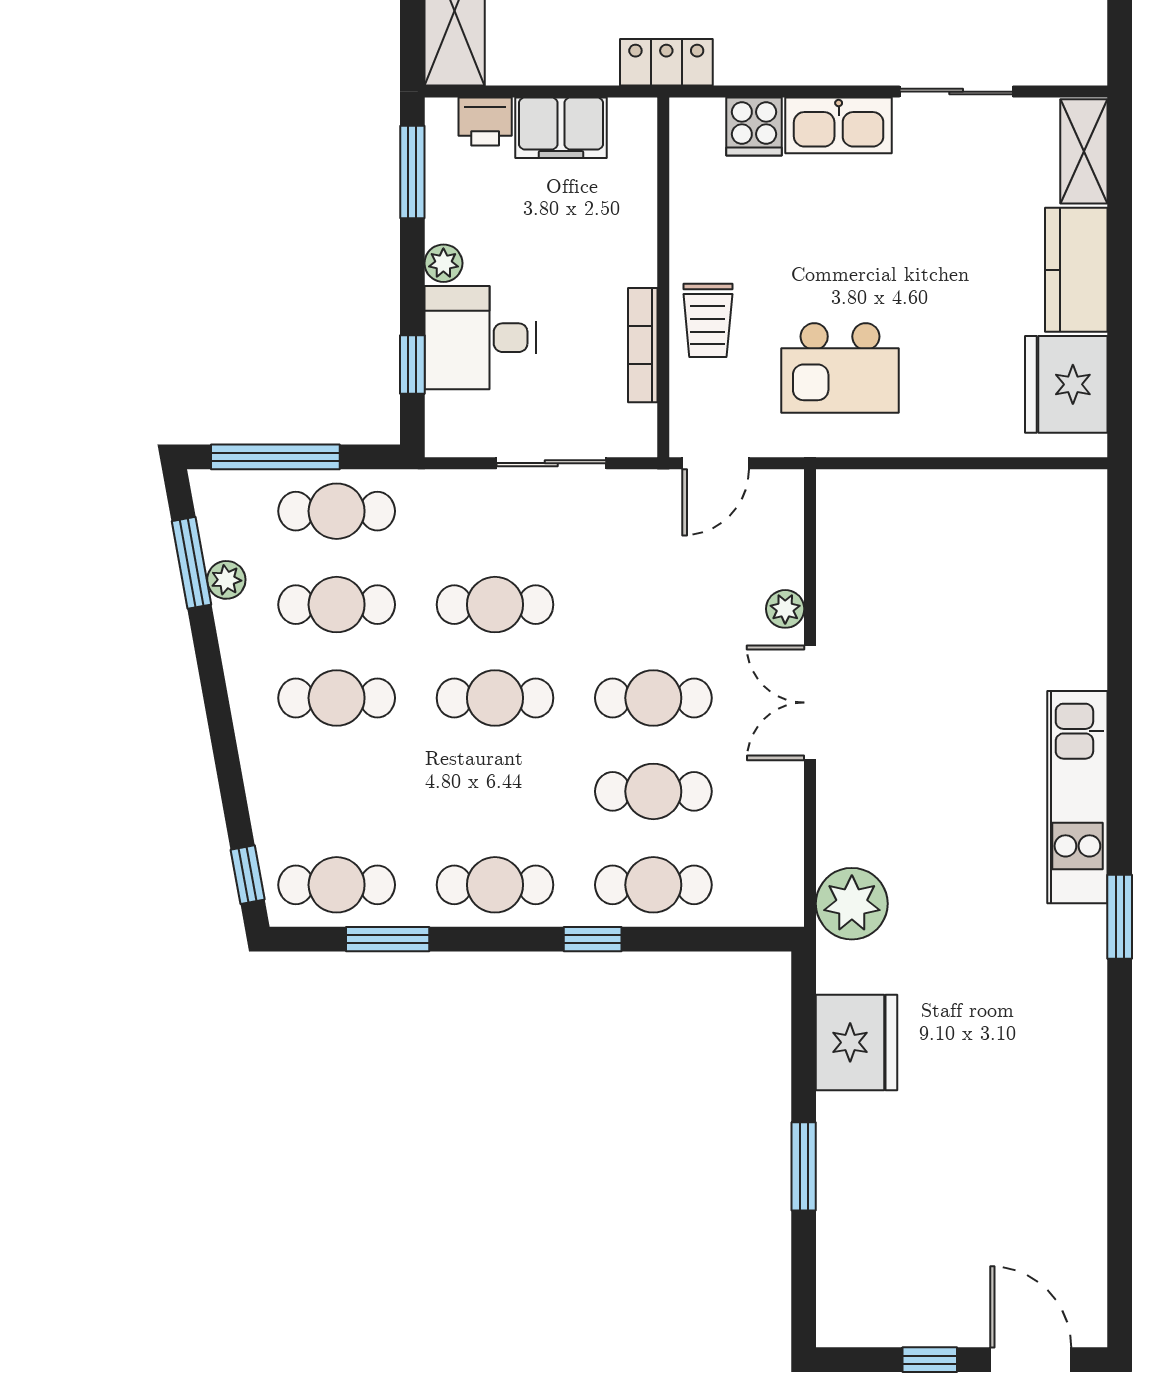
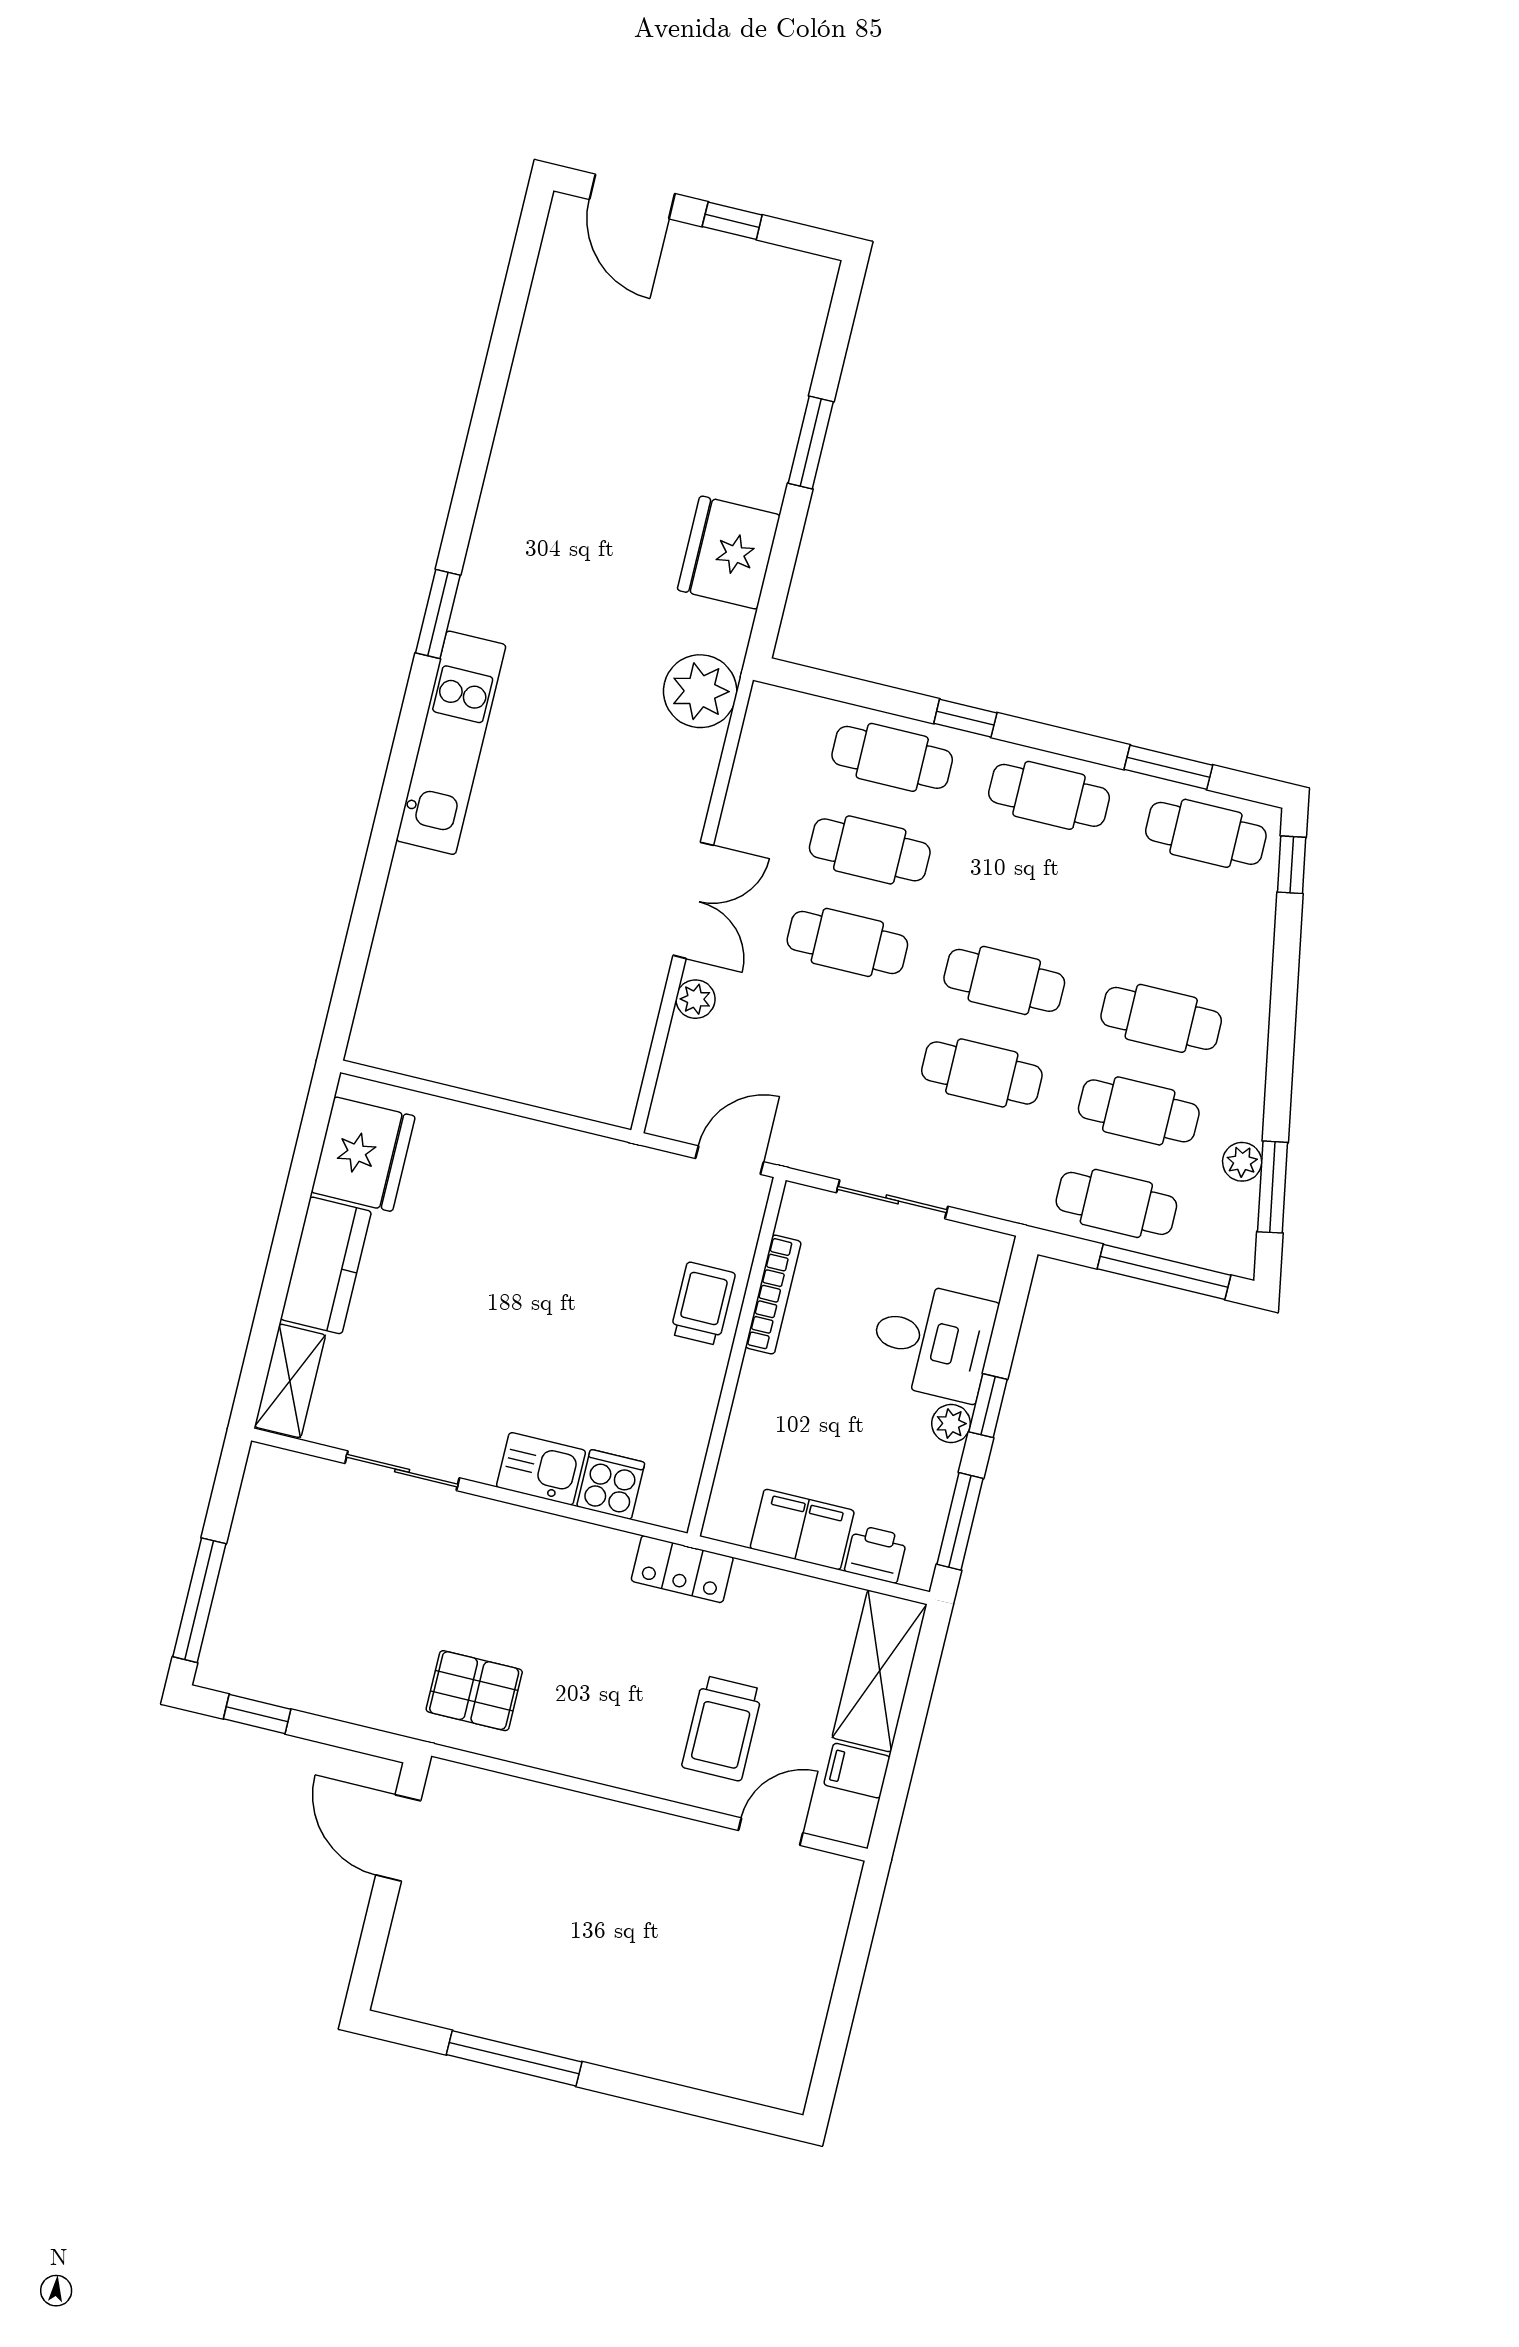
kitchen sink: (839, 125) -> (541, 1469), width x0.73
window: (412, 364) -> (988, 1406), moved
kitchen island: (840, 368) -> (583, 1225), removed

